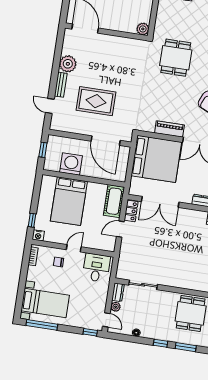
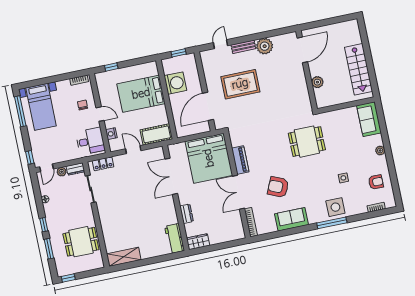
plant: (143, 29) -> (317, 82), moved
rug: (96, 101) -> (240, 84), turned 90
locker: (131, 211) -> (103, 164), moved
nightstand: (38, 235) -> (111, 134), moved

